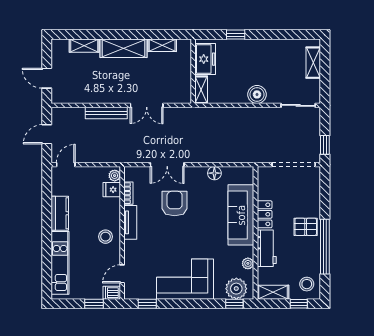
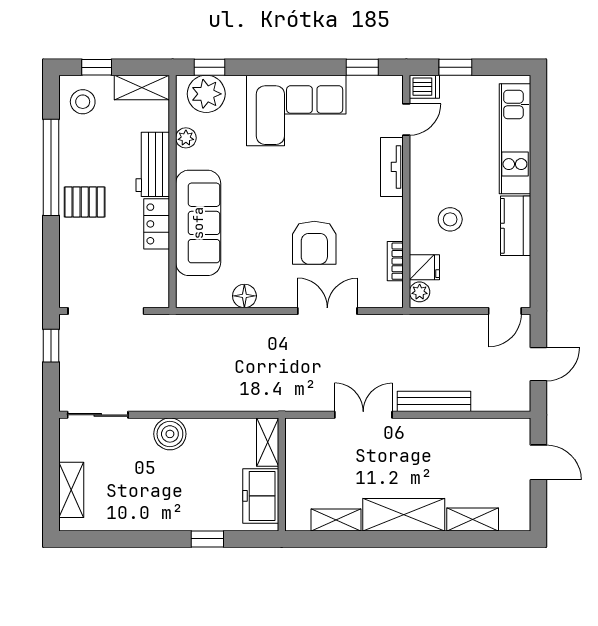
tv unit: (130, 222) -> (392, 167), moved
stool: (106, 237) -> (450, 219), moved

